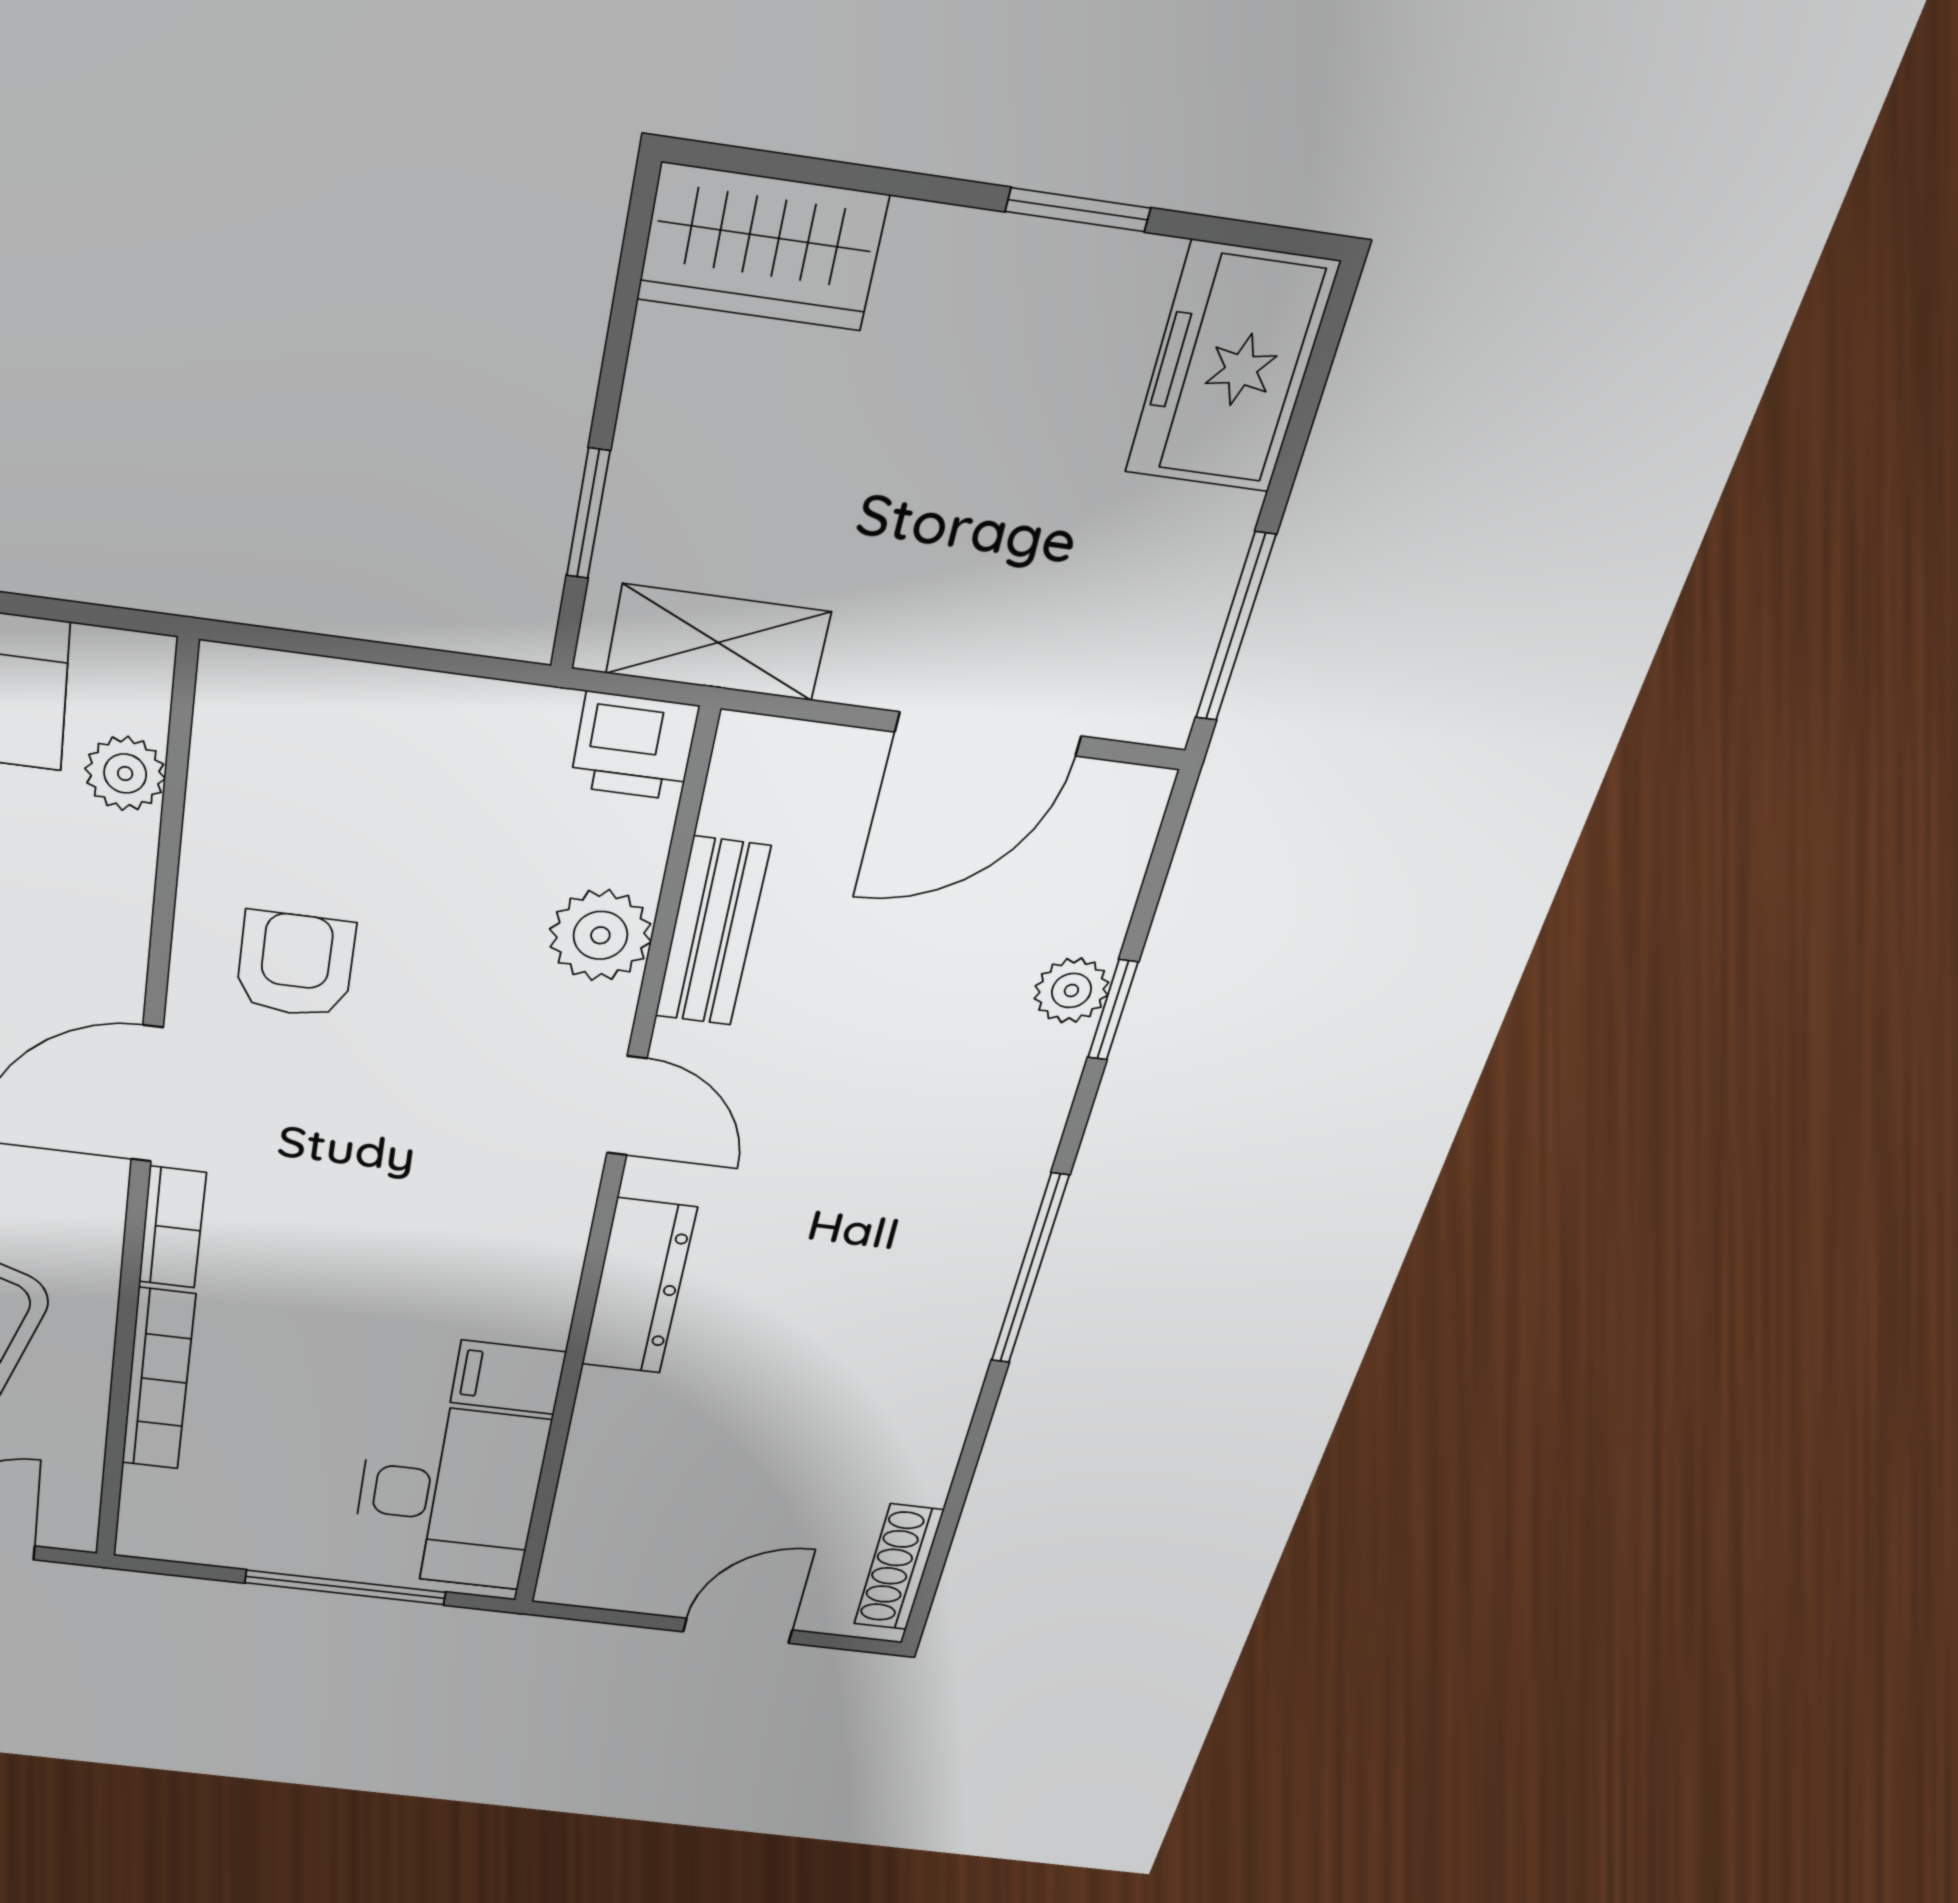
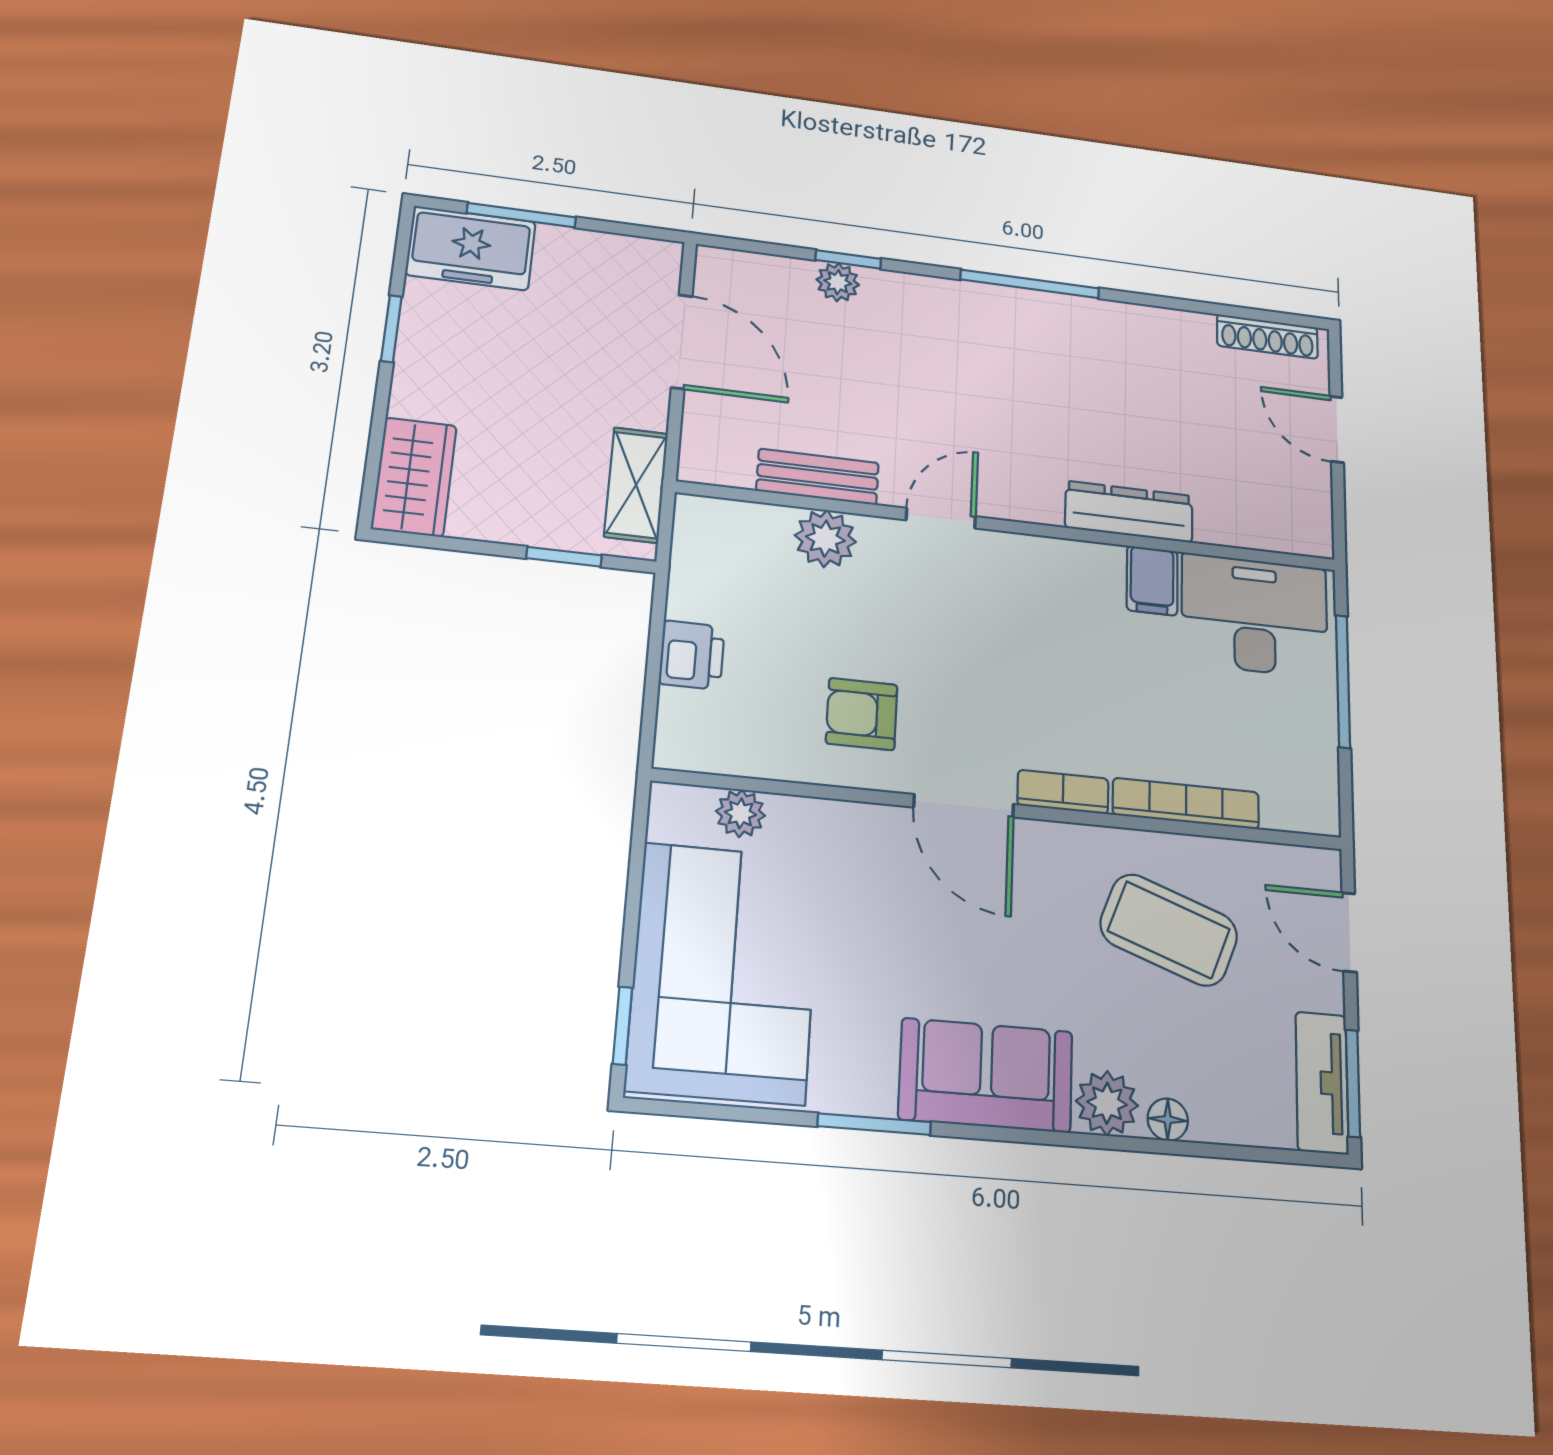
window: (1235, 627) -> (521, 215), moved
printer: (634, 746) -> (692, 655), moved
dresser: (639, 1287) -> (1129, 512), moved

